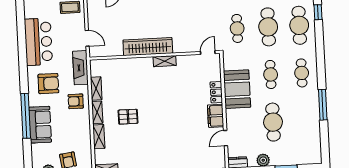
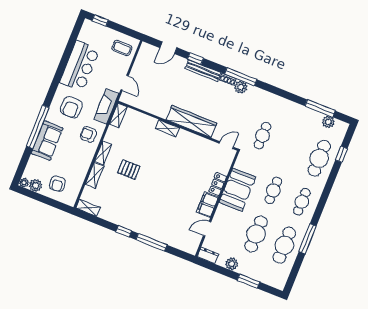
cafe table: (268, 27) -> (284, 245), moved
wardrobe: (148, 47) -> (191, 122), moved
shelving: (165, 61) -> (167, 128), moved
armchair: (48, 84) -> (71, 107), turned 90
shelving: (96, 89) -> (118, 116), moved

